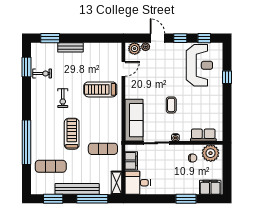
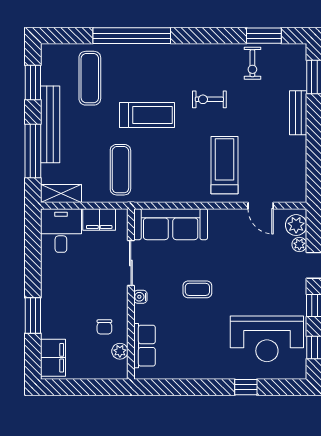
plant: (211, 153) -> (120, 351), width x0.53, depth x0.53

